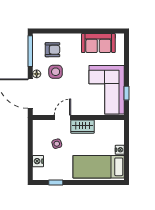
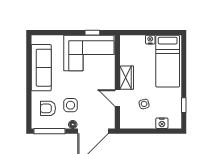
sofa: (98, 43) -> (41, 68), width x1.36
armchair: (52, 50) -> (48, 108), turned -90

